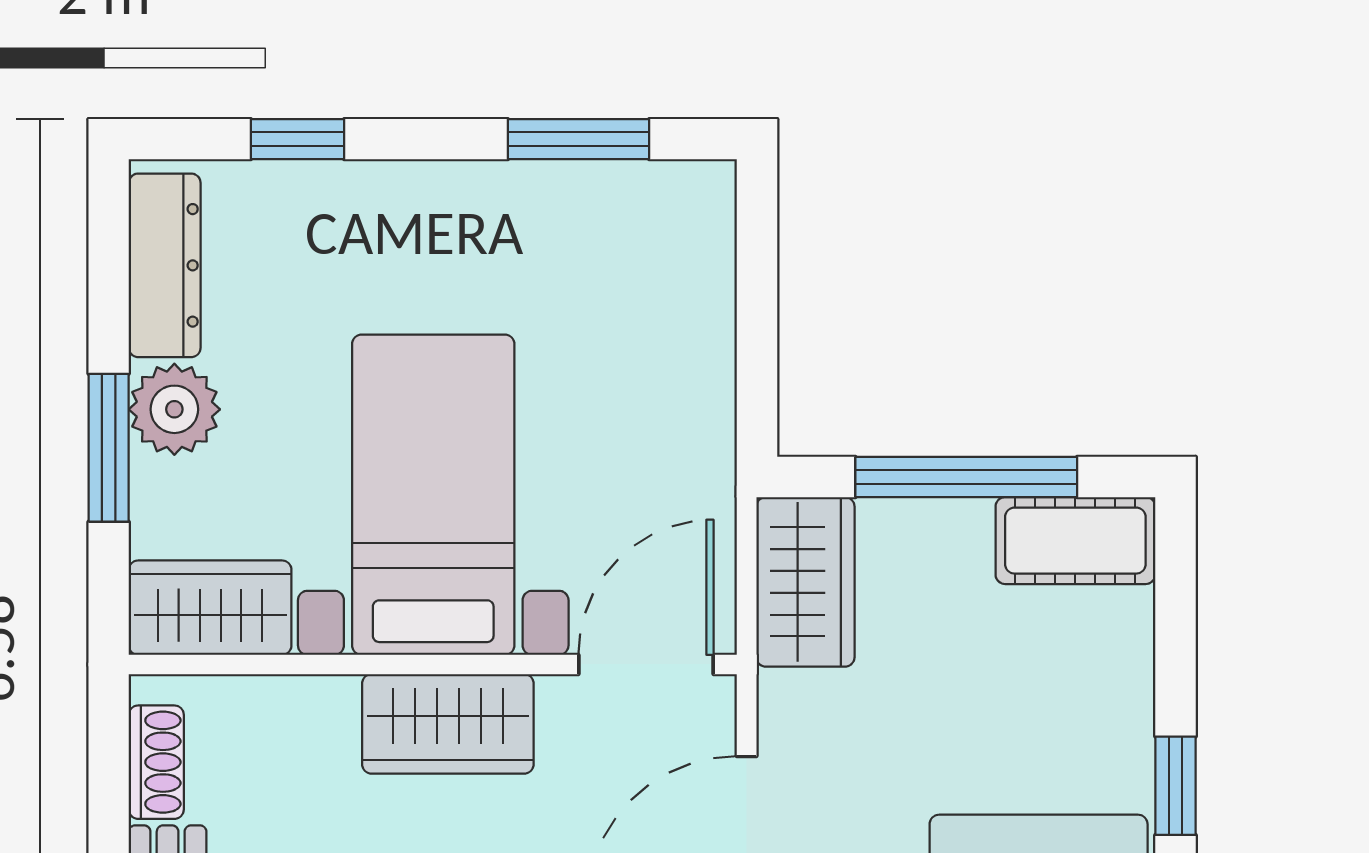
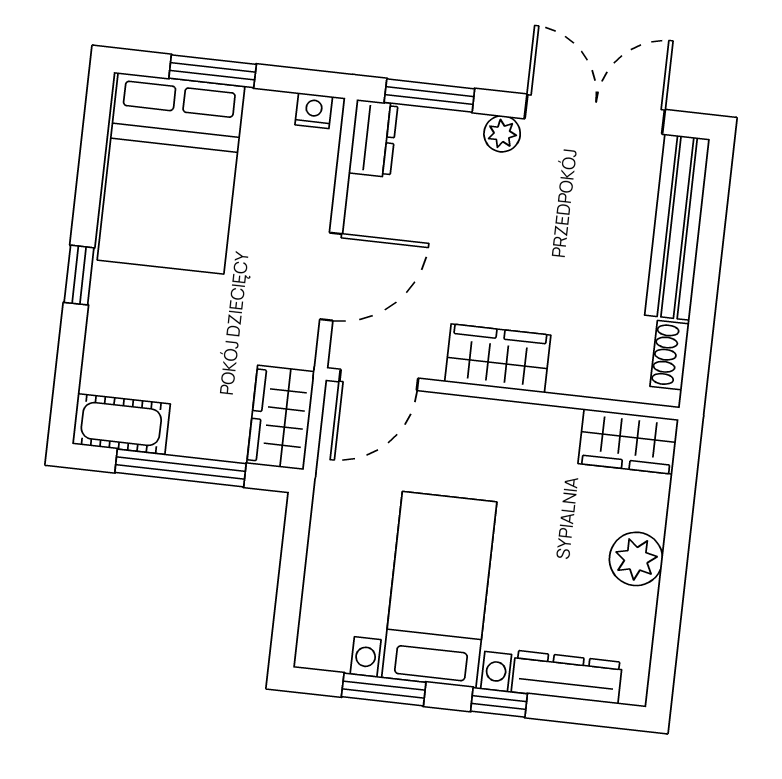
window: (298, 139) -> (499, 702), moved
dresser: (165, 265) -> (567, 677), moved, turned 90
window: (109, 448) -> (677, 541), removed
bed with nightstands: (433, 495) -> (439, 590), moved, turned 180

